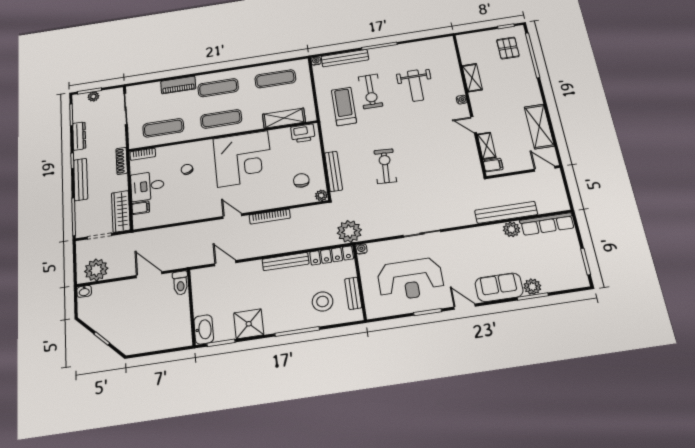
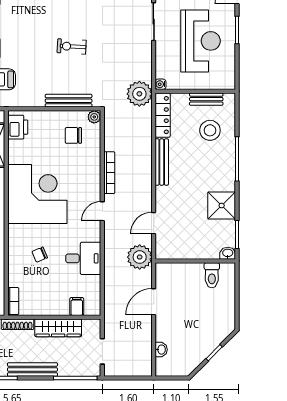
exercise bike: (385, 166) -> (72, 46), width x0.73, depth x0.72
desk: (147, 186) -> (83, 258), moved, turned -90
wardrobe: (121, 211) -> (58, 328), moved
plant: (96, 270) -> (140, 257), moved
toilet: (180, 283) -> (212, 275), moved, turned 90
washbasin: (84, 291) -> (161, 350), moved
washbasin: (204, 329) -> (228, 253), width x0.52, depth x0.69

